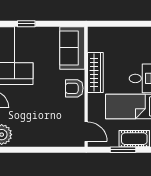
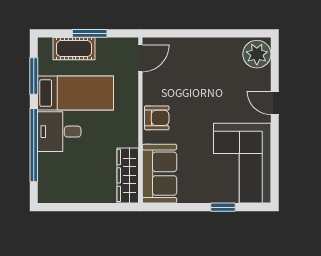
wardrobe: (95, 72) -> (128, 175), moved
door: (86, 132) -> (140, 58), swing flipped

